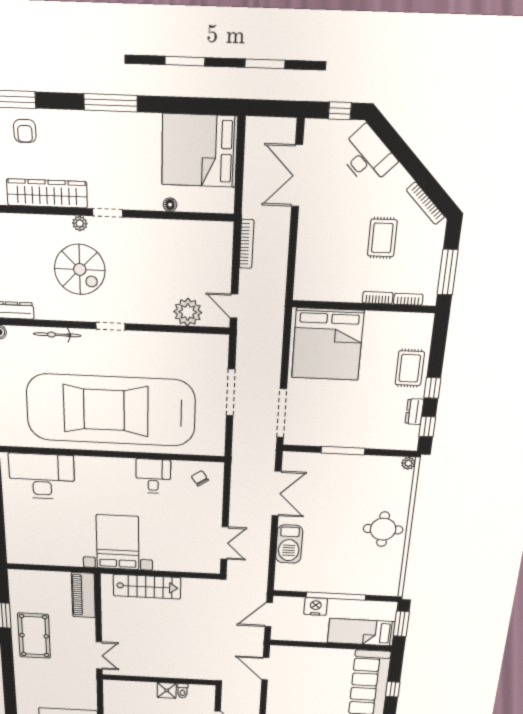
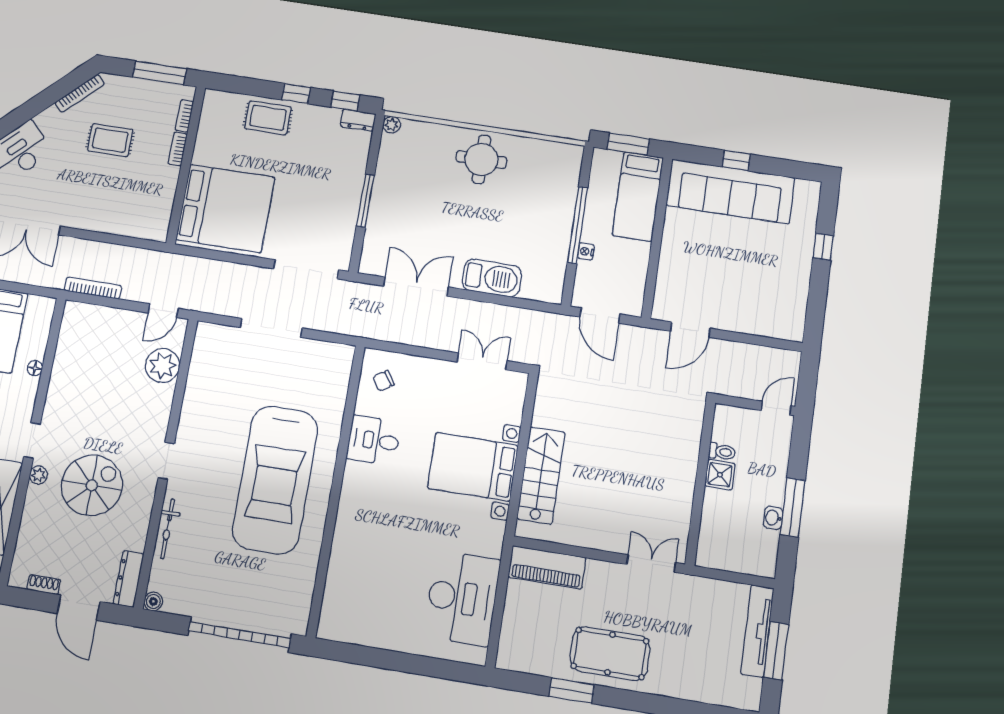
car: (111, 410) -> (275, 480), width x0.73, depth x0.67
dresser: (414, 412) -> (358, 120), moved
desk: (42, 476) -> (462, 598), moved, turned 180
bed with nightstands: (118, 542) -> (473, 467), moved
nightstand: (316, 606) -> (586, 251), width x0.53, depth x0.56

